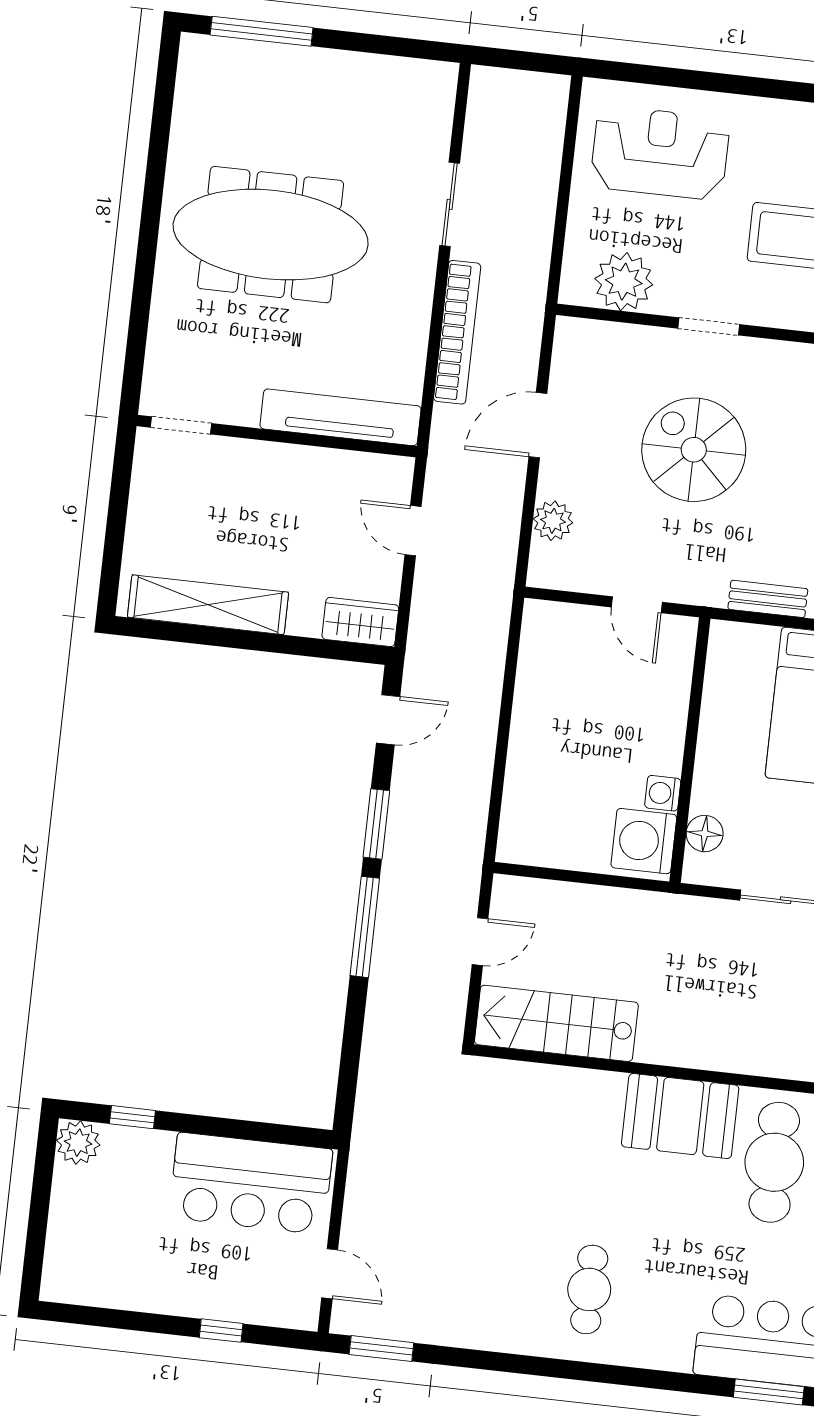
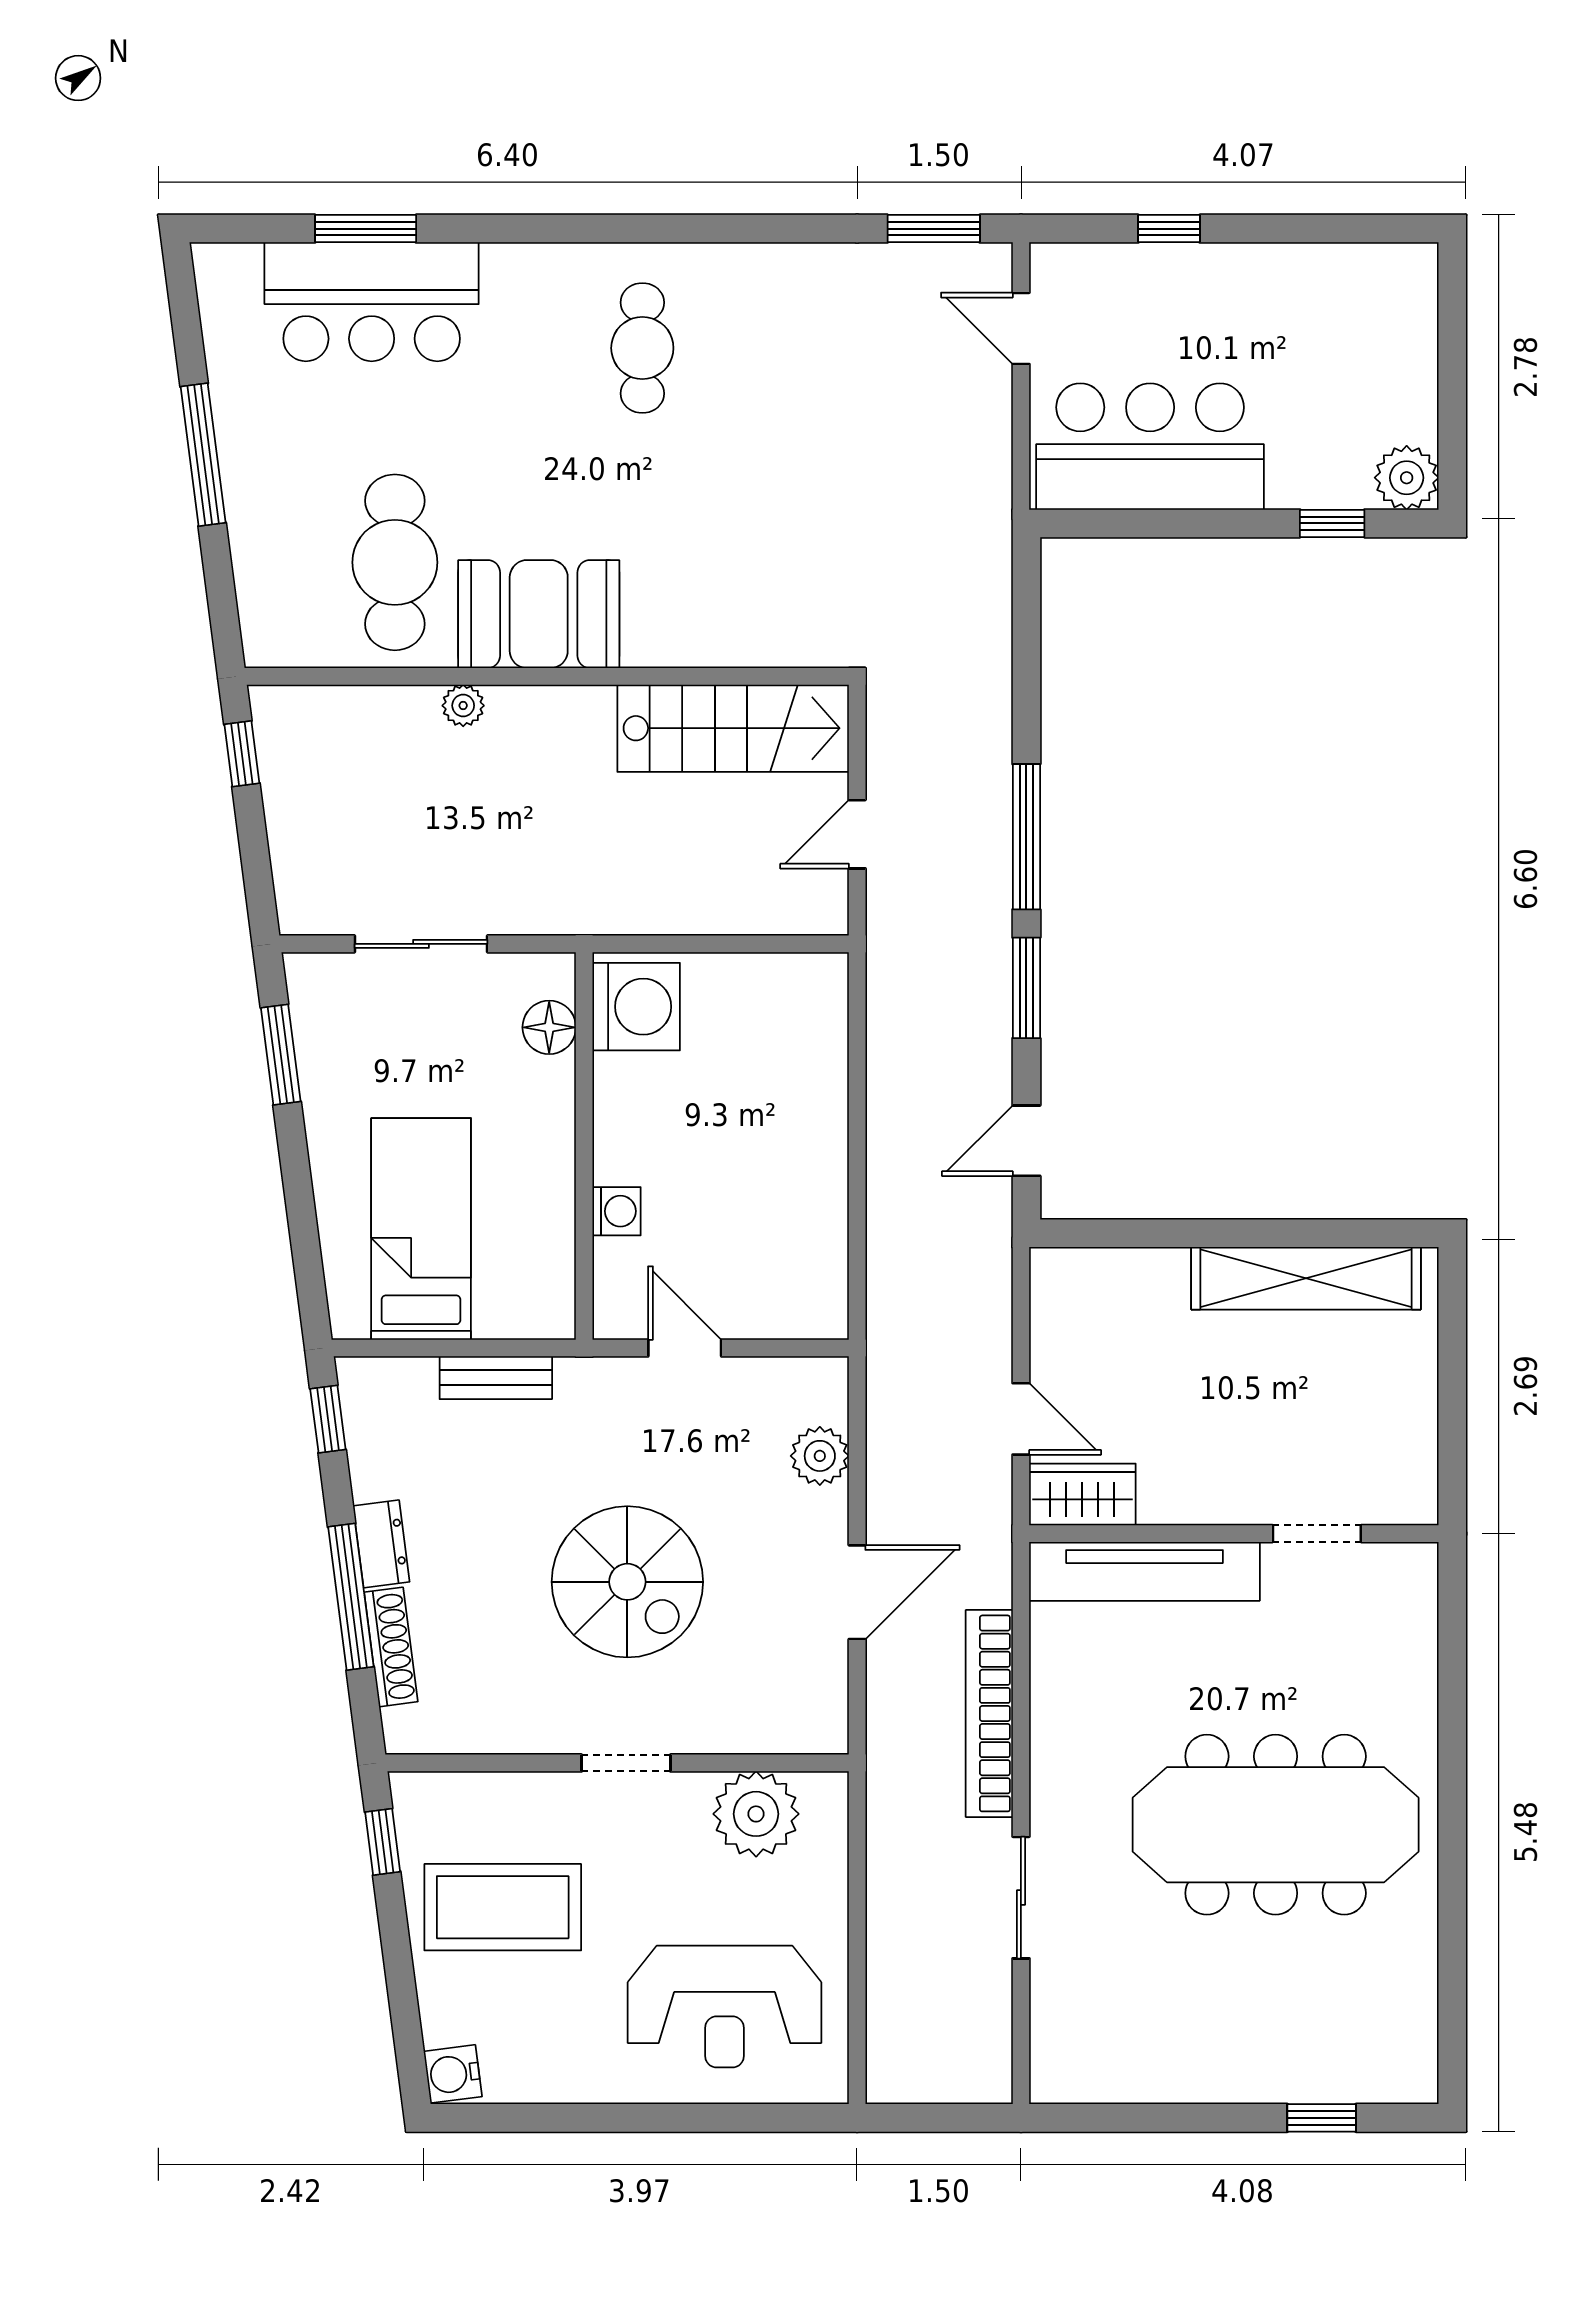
window: (262, 31) -> (1322, 2118), width x0.46
doorway: (181, 425) -> (1317, 1534), moved
wardrobe: (360, 622) -> (1082, 1495), moved, turned 180
washing machine: (663, 793) -> (617, 1211), moved
plant: (739, 1059) -> (463, 706), added

